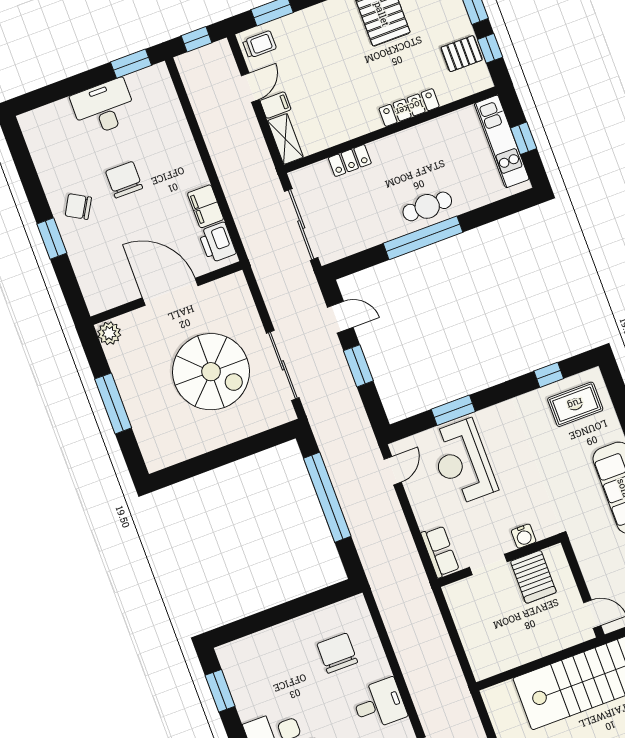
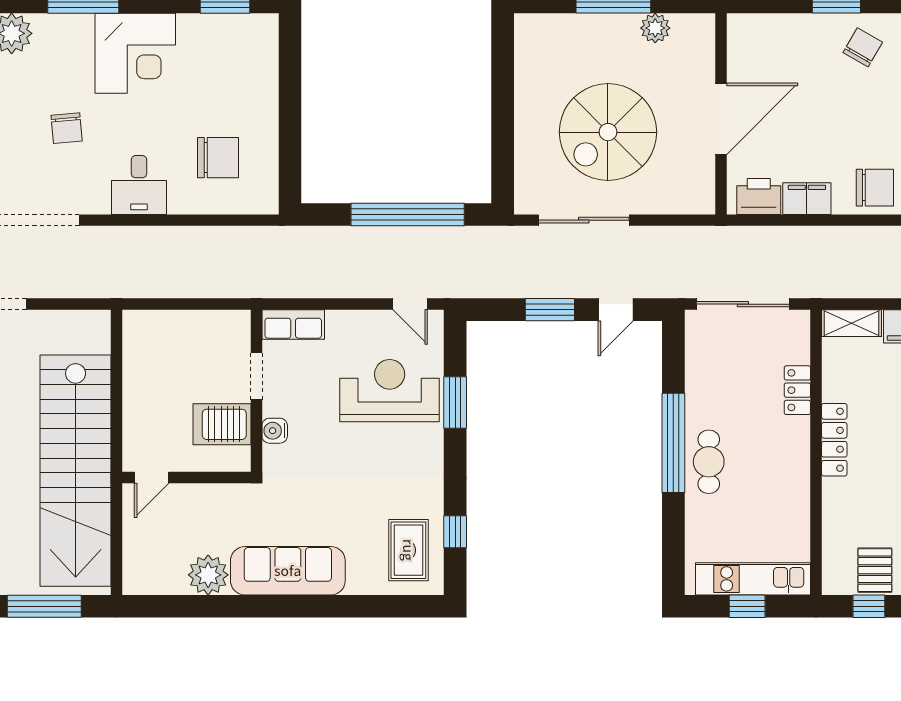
locker: (409, 108) -> (834, 440), moved
chair: (124, 180) -> (875, 188), moved
plant: (109, 333) -> (655, 28), moved

